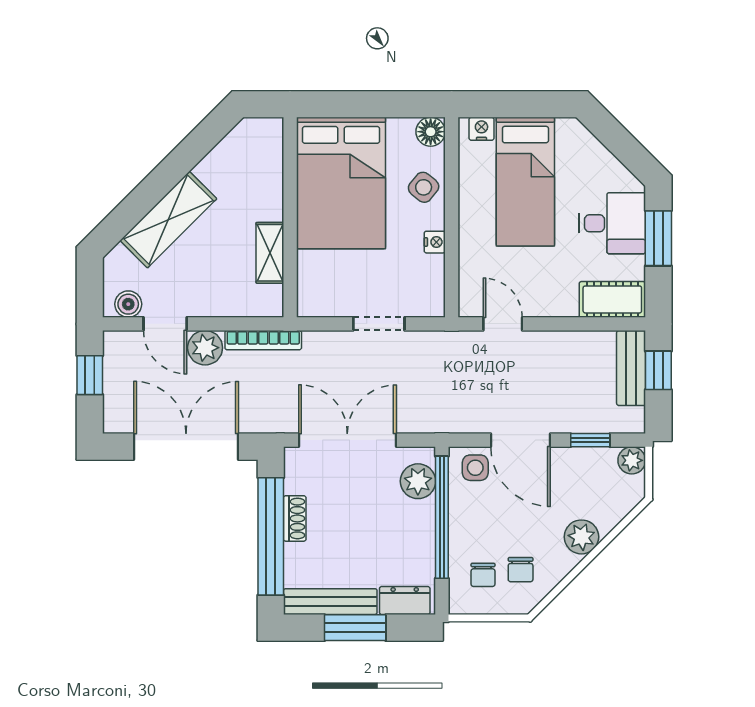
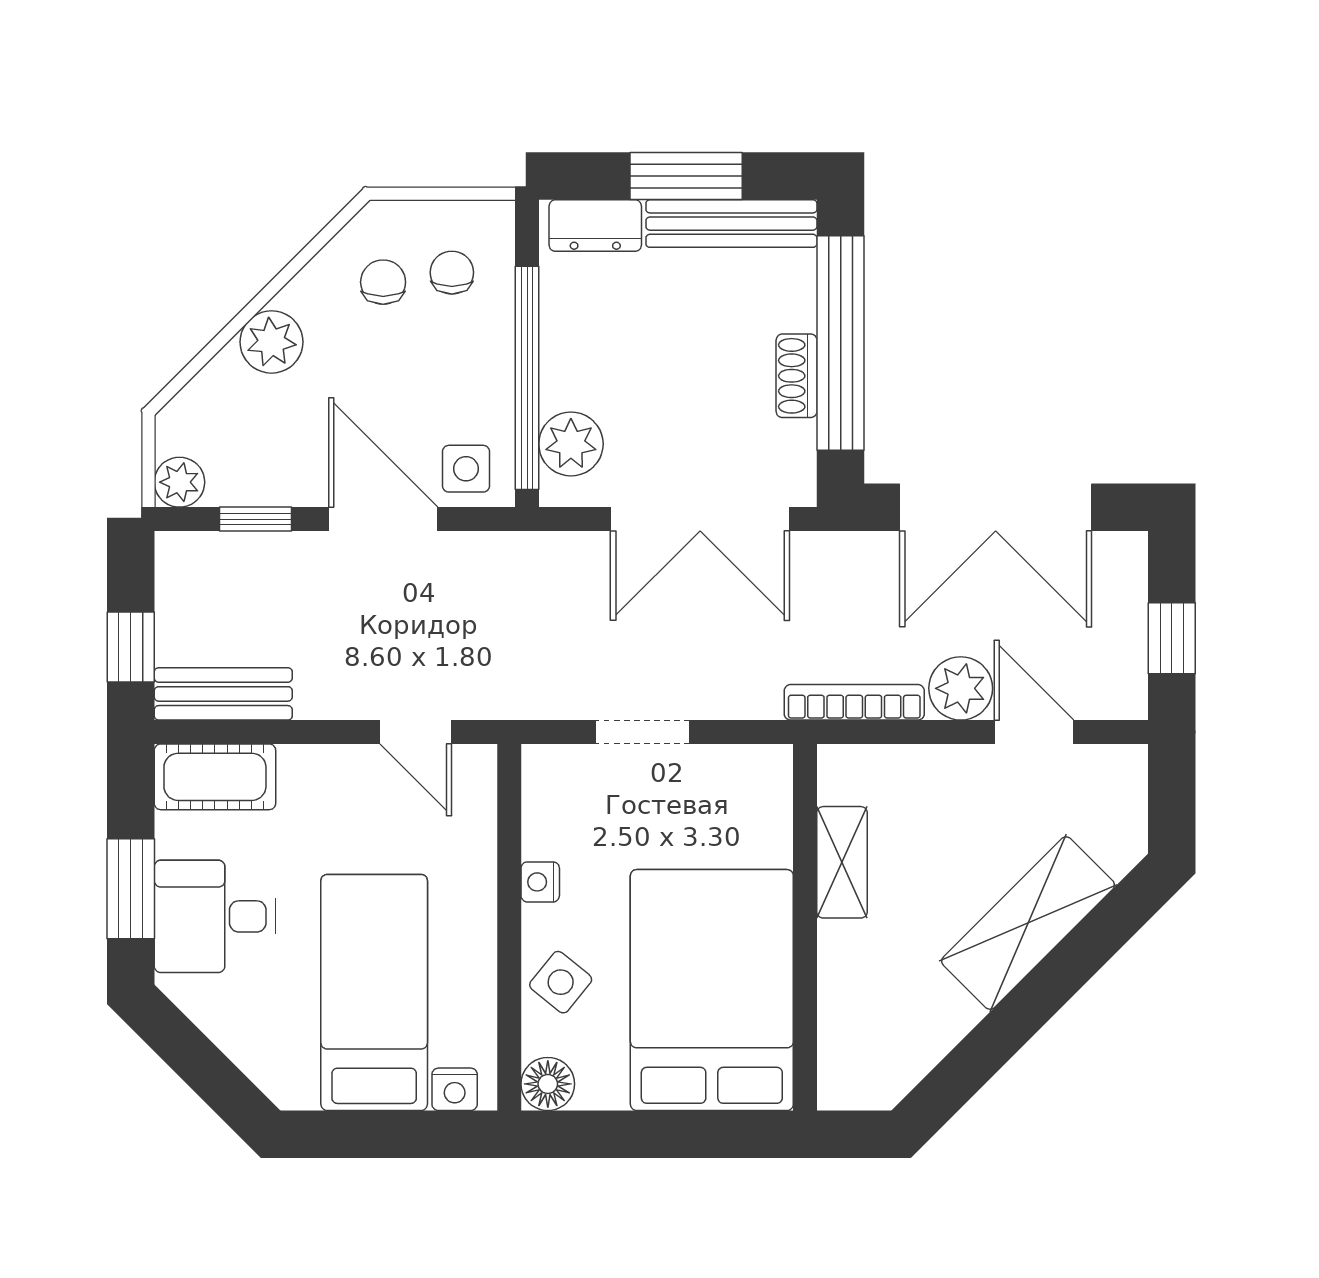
boiler: (128, 304) -> (1101, 768), removed
bench: (631, 368) -> (223, 694), moved, turned 90

